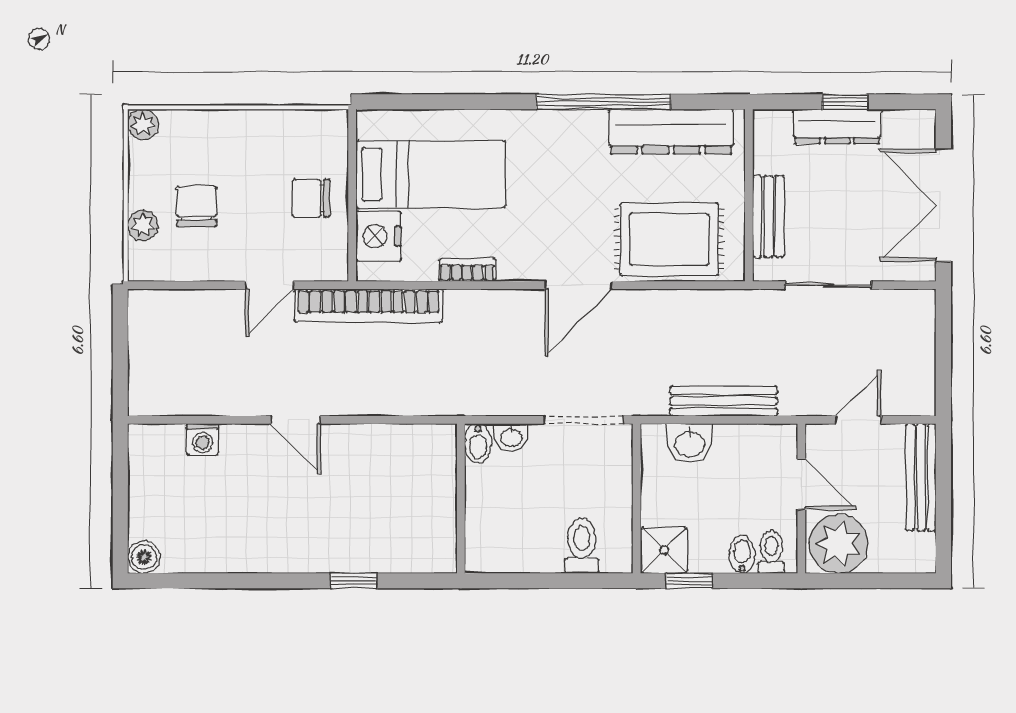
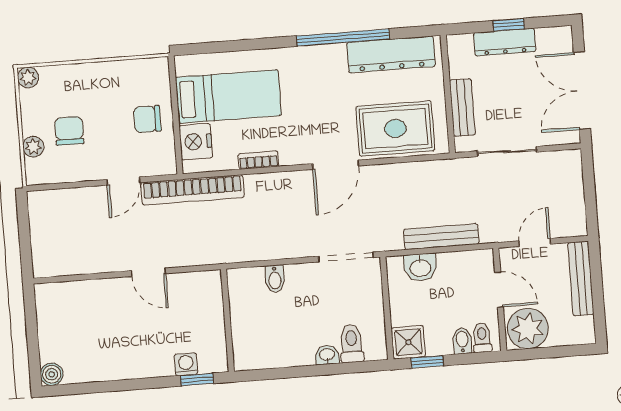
washbasin: (511, 437) -> (327, 355), moved, turned 180
washing machine: (203, 439) -> (186, 364), moved, turned 180
wall: (461, 498) -> (227, 320), moved

